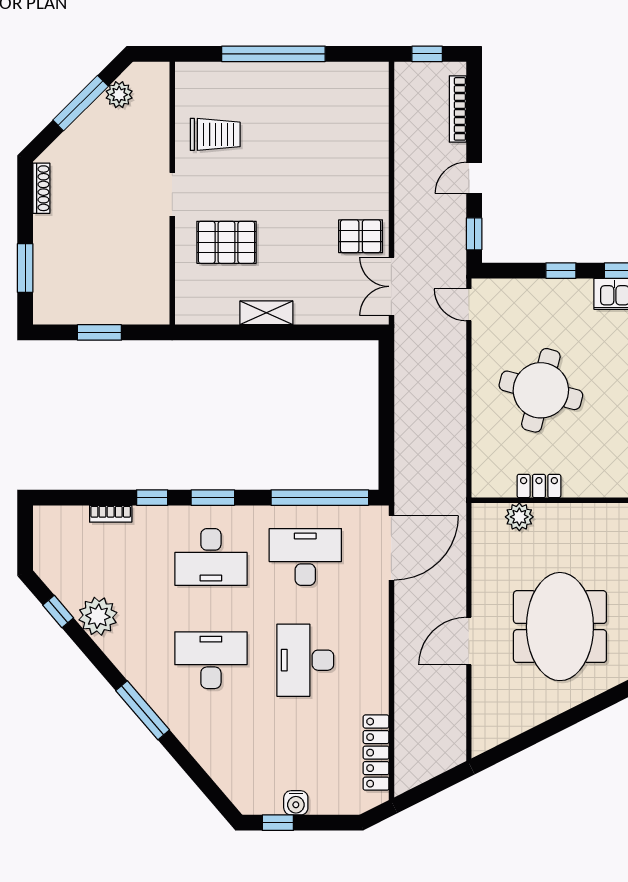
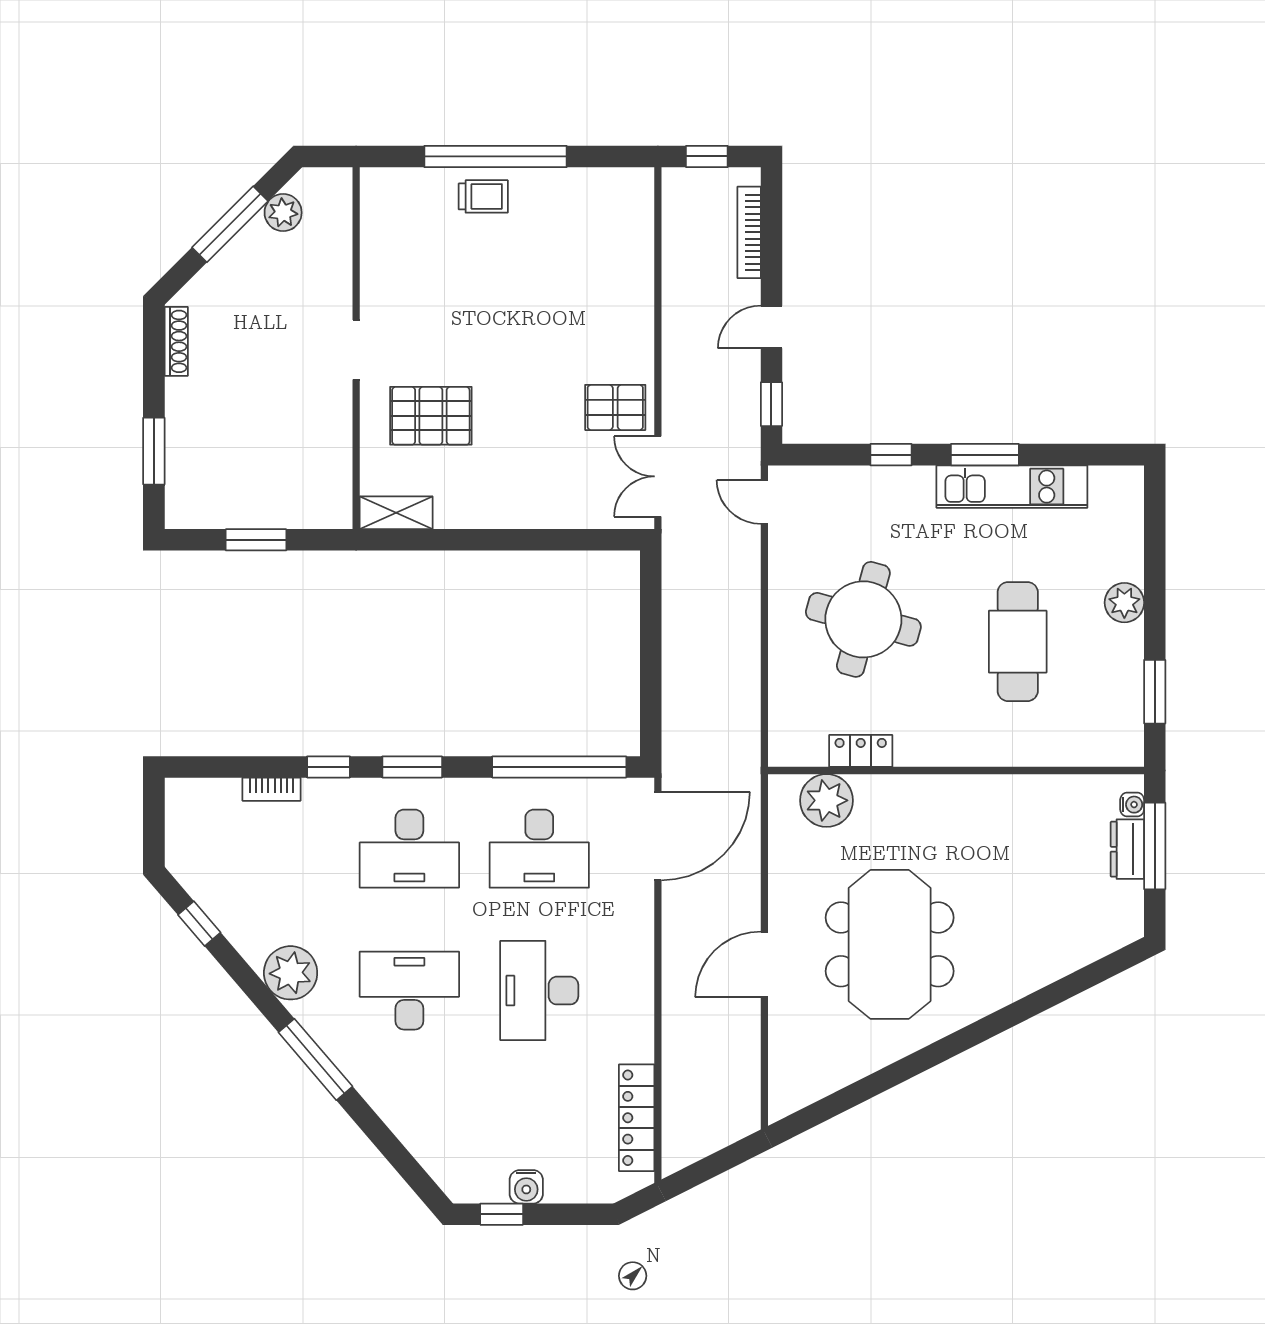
trolley: (215, 134) -> (483, 196), moved, width x0.73, depth x0.72
shelving: (266, 313) -> (396, 513), moved
plant: (519, 517) -> (827, 800), width x1.36, depth x1.36
desk: (305, 557) -> (539, 849), turned 180
plant: (98, 616) -> (291, 973), moved

